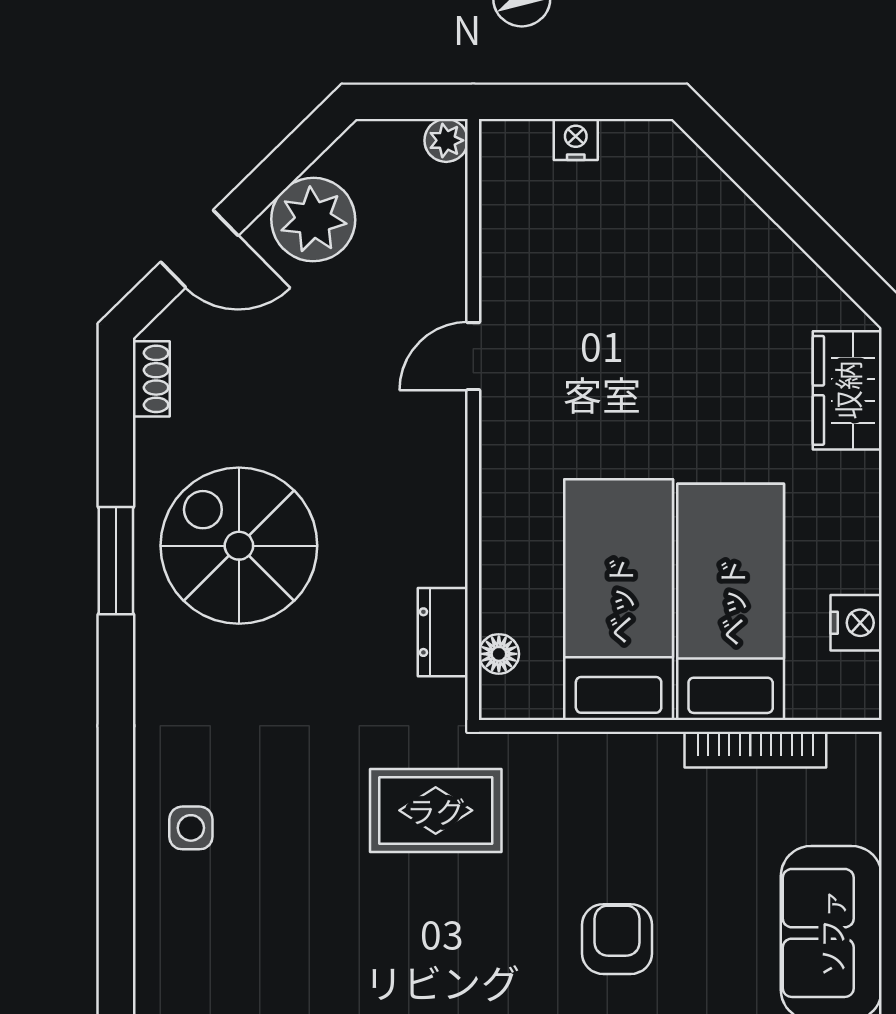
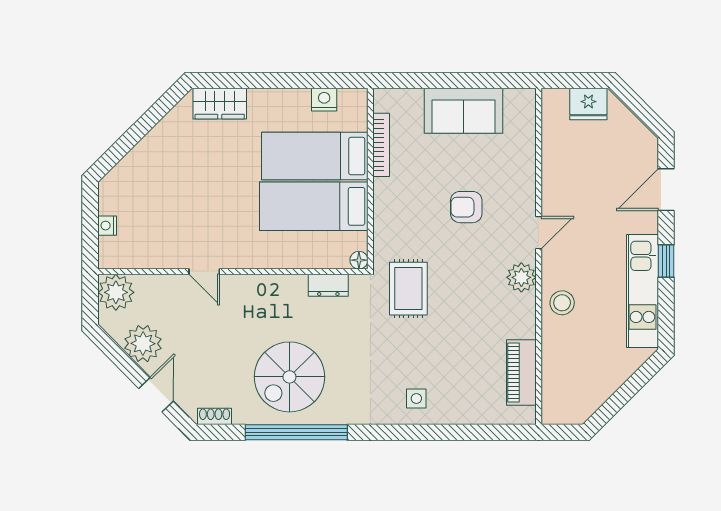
plant: (446, 140) -> (116, 292), width x1.87, depth x1.87
window: (116, 561) -> (296, 432), width x2.11
floor lamp: (499, 654) -> (359, 260), moved

